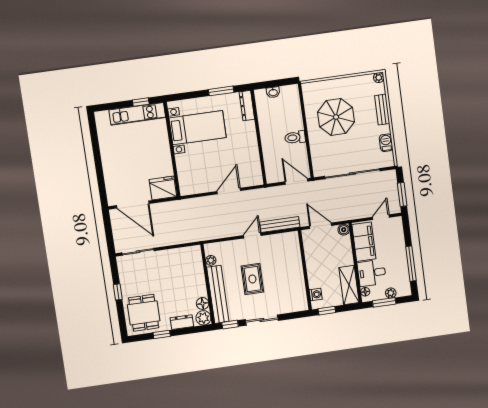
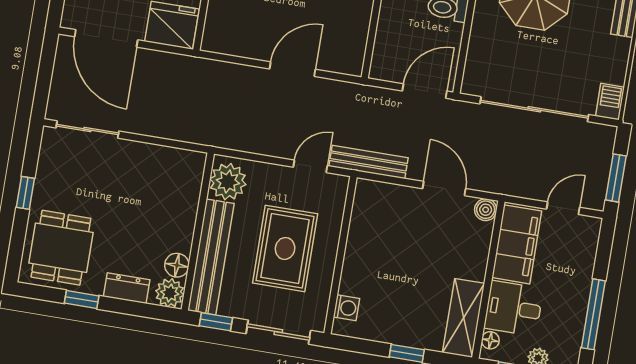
barbecue: (386, 143) -> (610, 102), moved
door: (296, 181) -> (425, 91), hinge flipped
plant: (211, 260) -> (228, 182), width x1.88, depth x1.88
wall: (305, 270) -> (340, 255), moved
rug: (252, 279) -> (285, 248), width x1.36, depth x1.43
washing machine: (316, 294) -> (346, 308), moved

